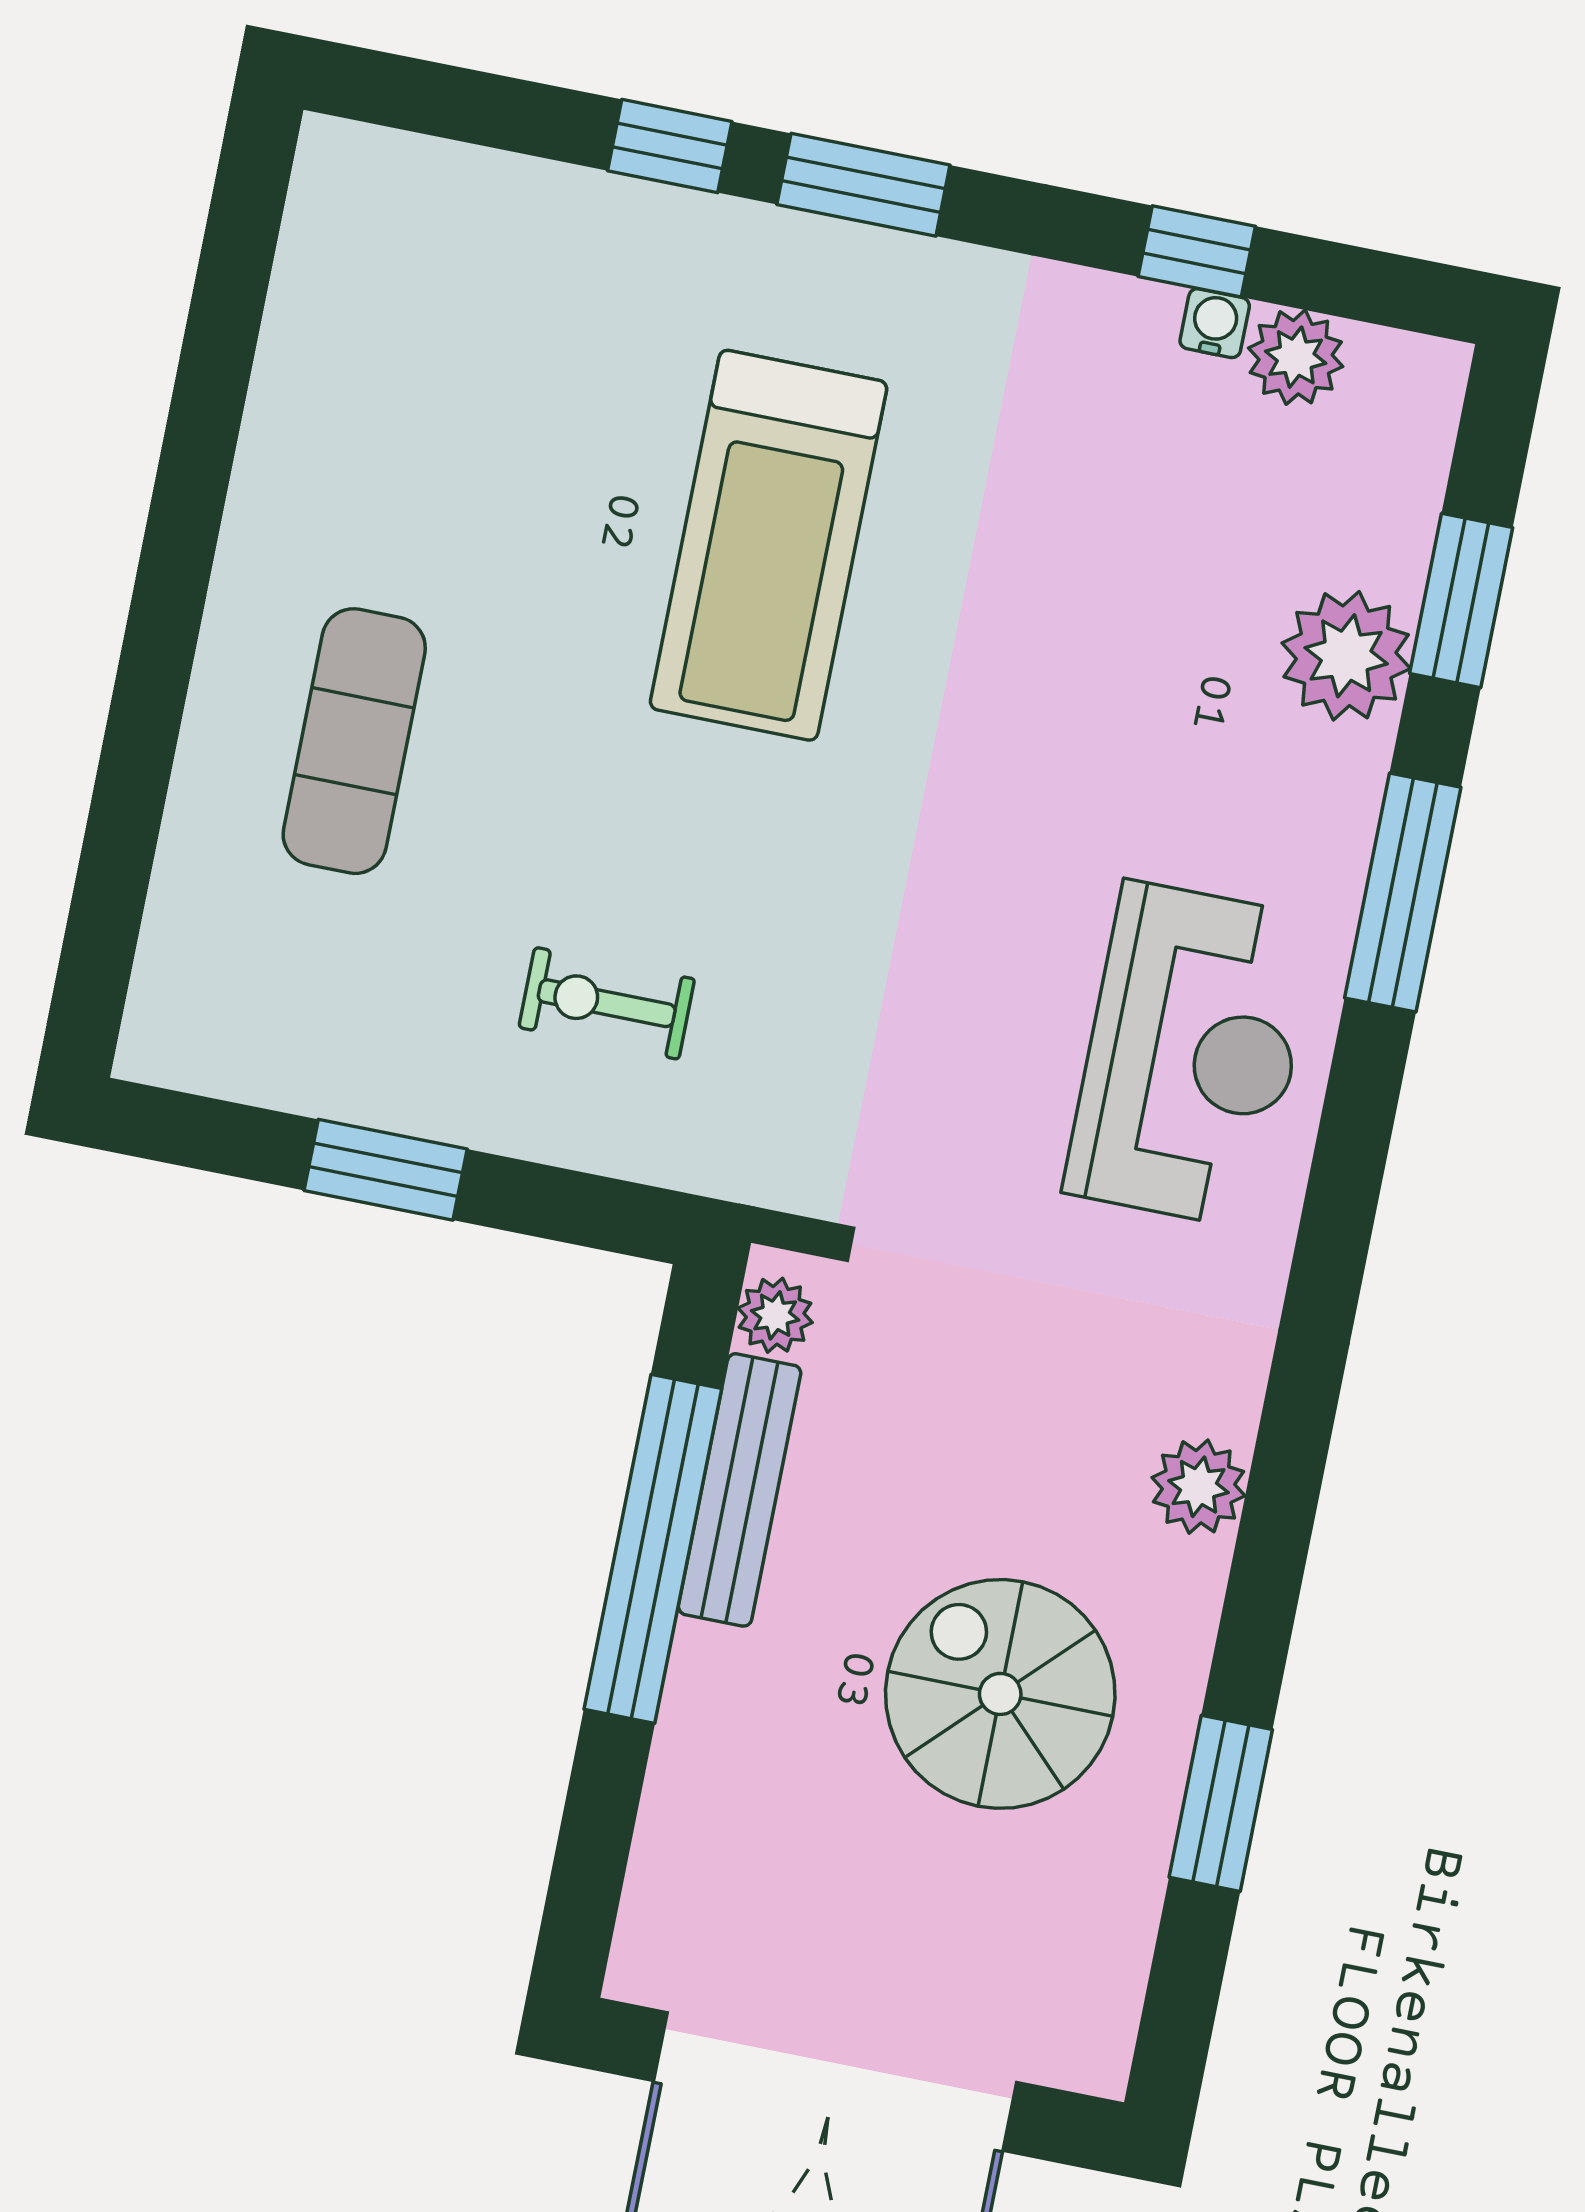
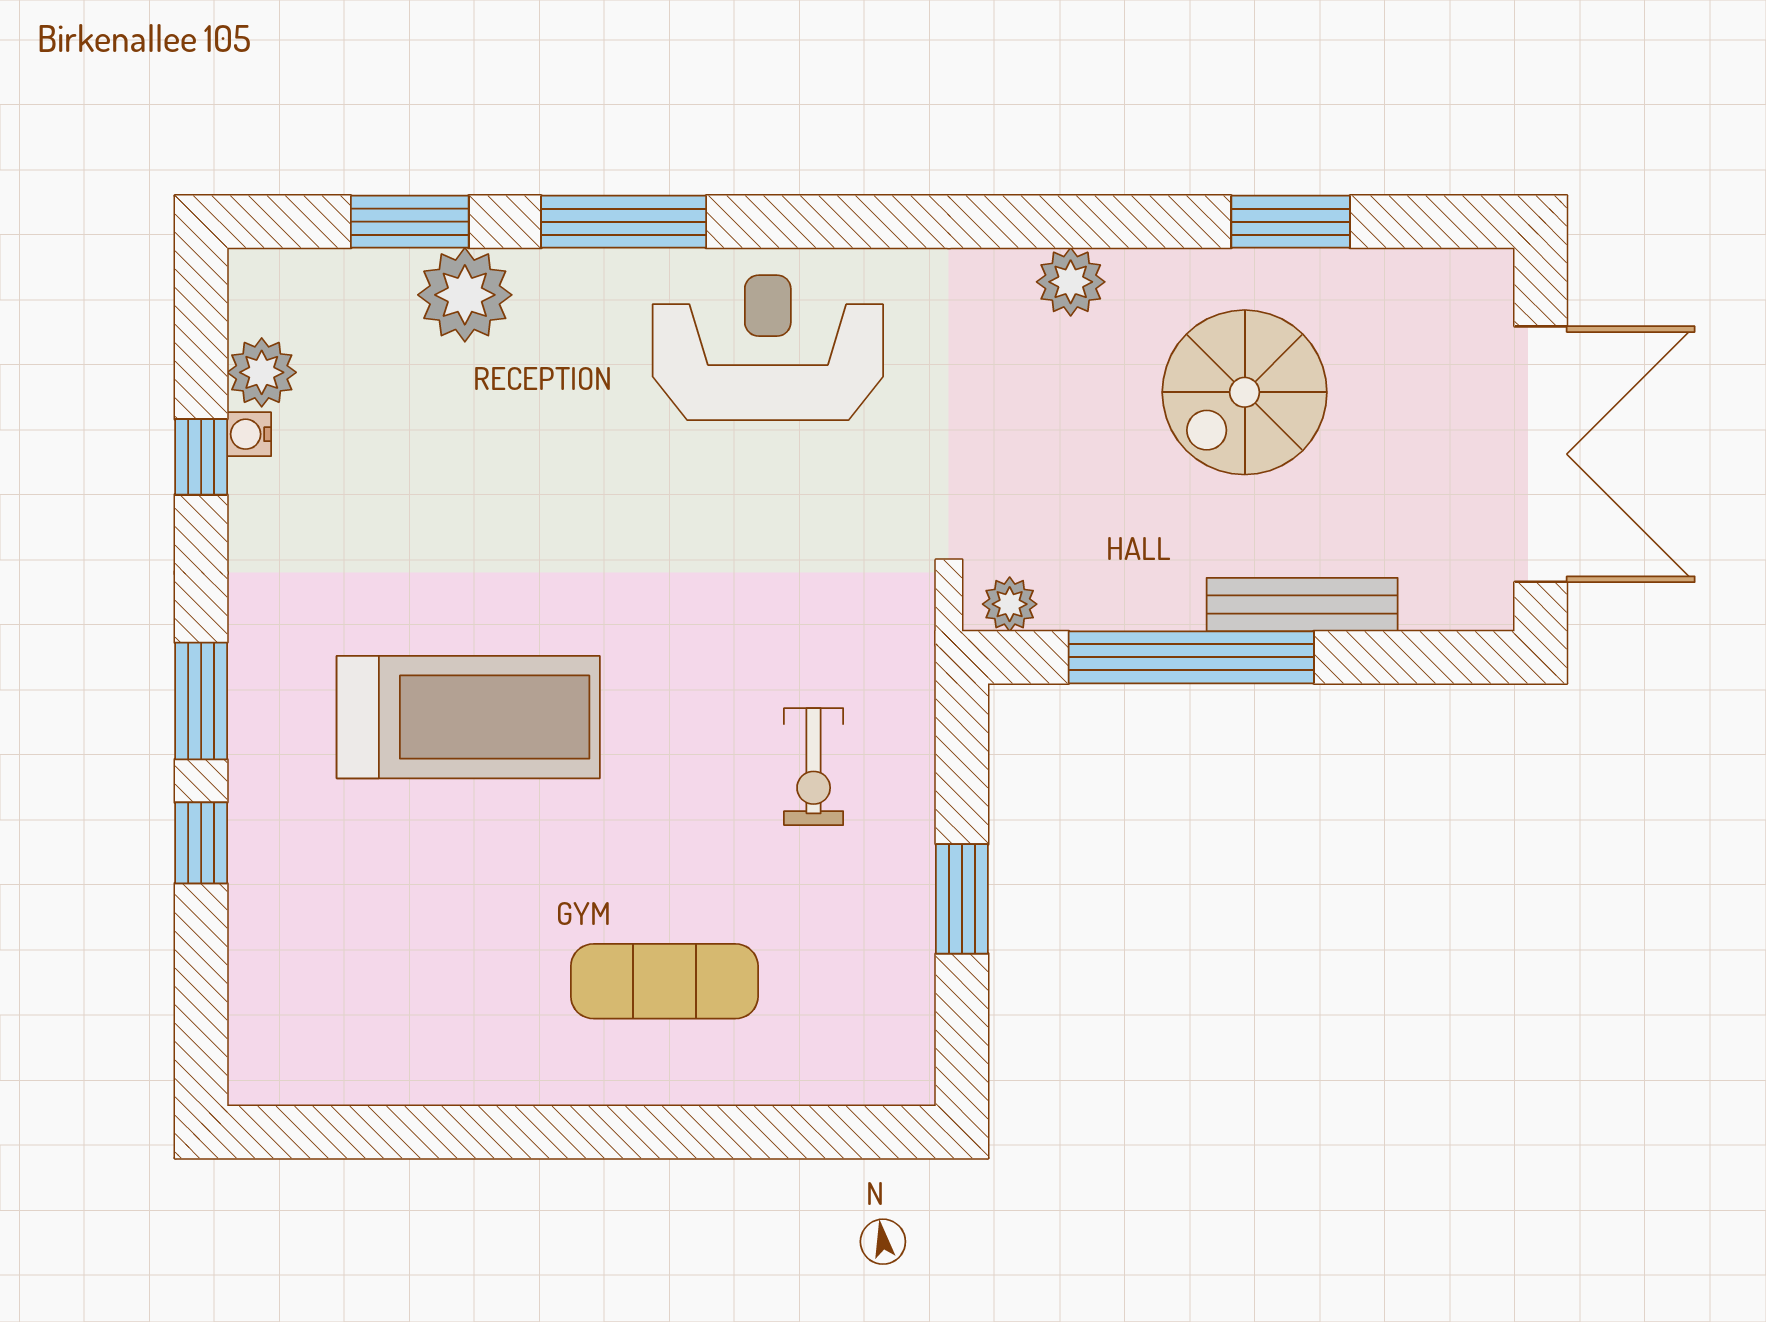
bench: (740, 1490) -> (1302, 605), moved

